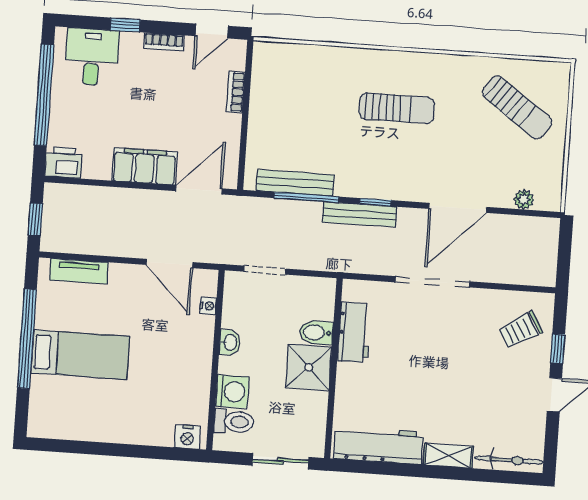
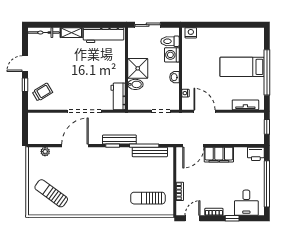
sun lounger: (397, 108) -> (148, 198), moved
workbench: (354, 332) -> (118, 96), moved

